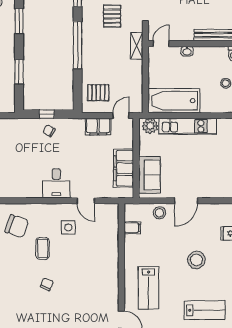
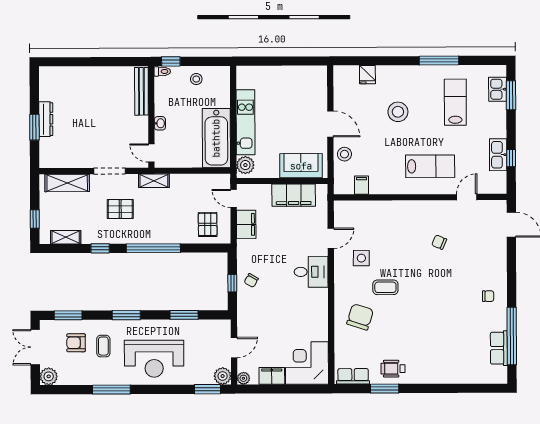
chair: (47, 284) -> (439, 242), moved

